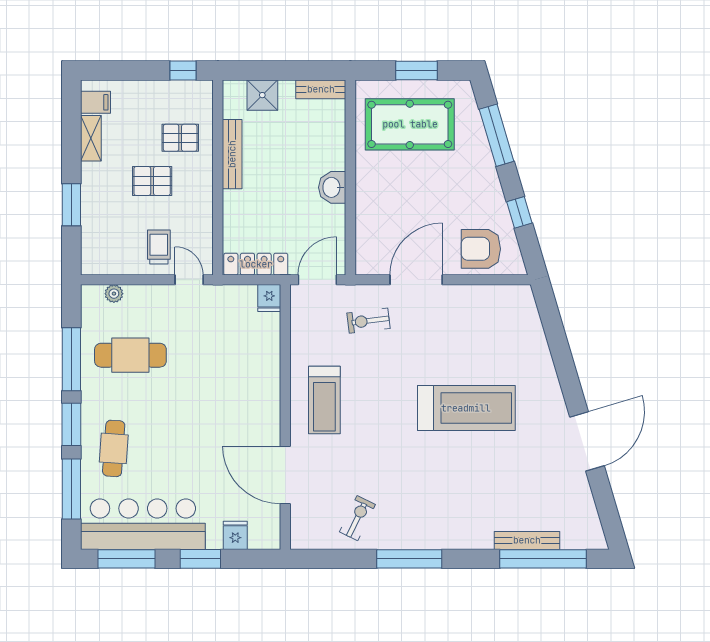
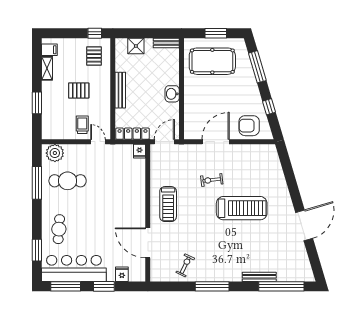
pallet: (180, 138) -> (94, 56), moved, turned 90
bench: (232, 154) -> (120, 90), moved
plant: (114, 294) -> (55, 153), width x1.88, depth x1.88
exercise bike: (368, 321) -> (212, 180), moved
window: (71, 424) -> (37, 217), removed
window: (71, 489) -> (37, 250), width x0.69
bench: (527, 540) -> (259, 277), moved

